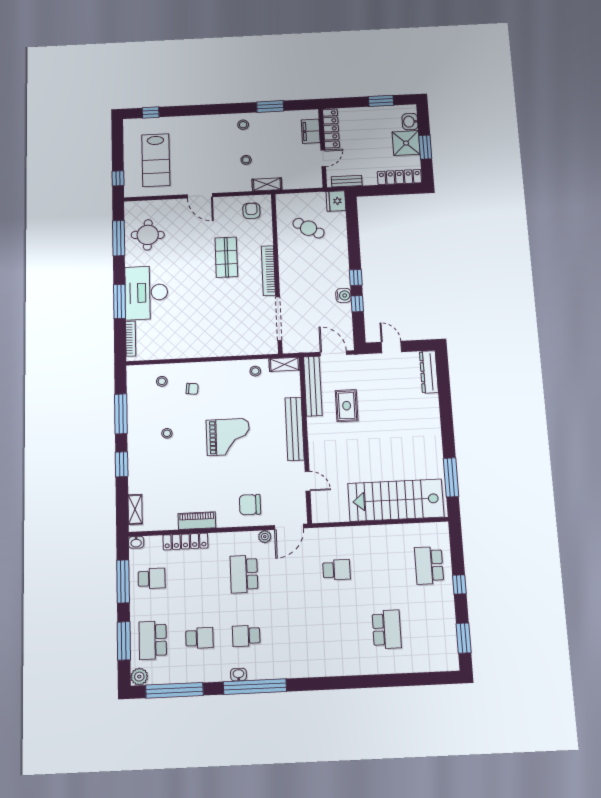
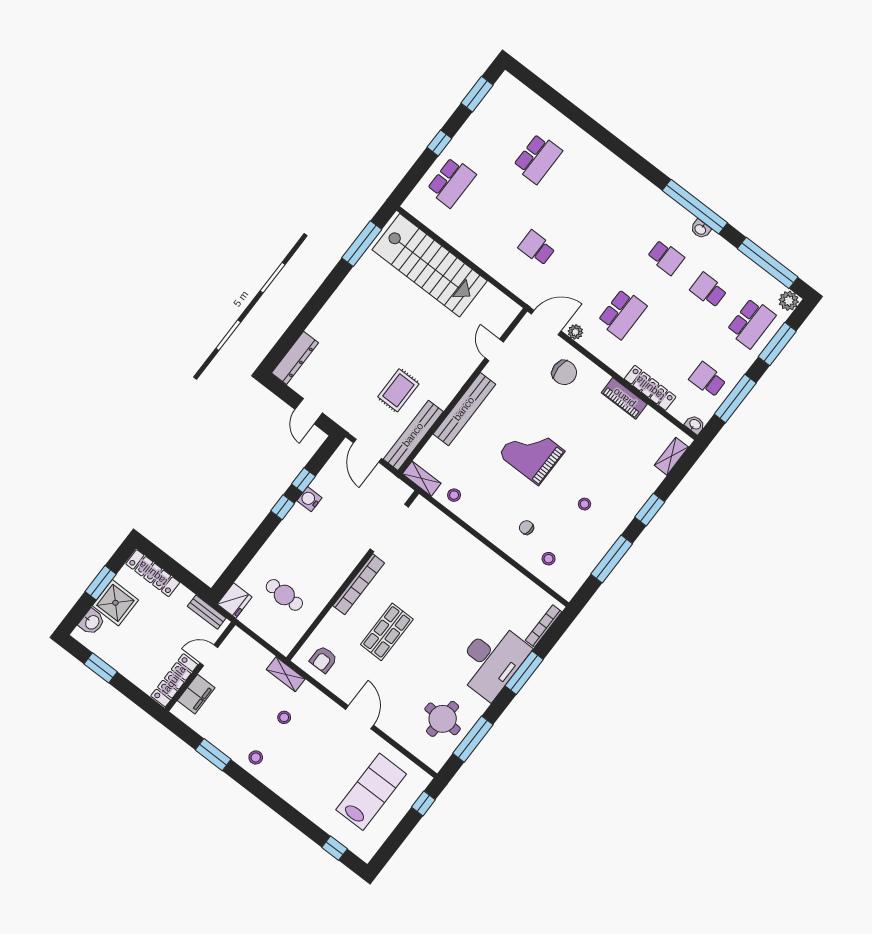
cafe table: (309, 228) -> (284, 595), turned -30
school desk: (387, 629) -> (538, 159), turned 180

